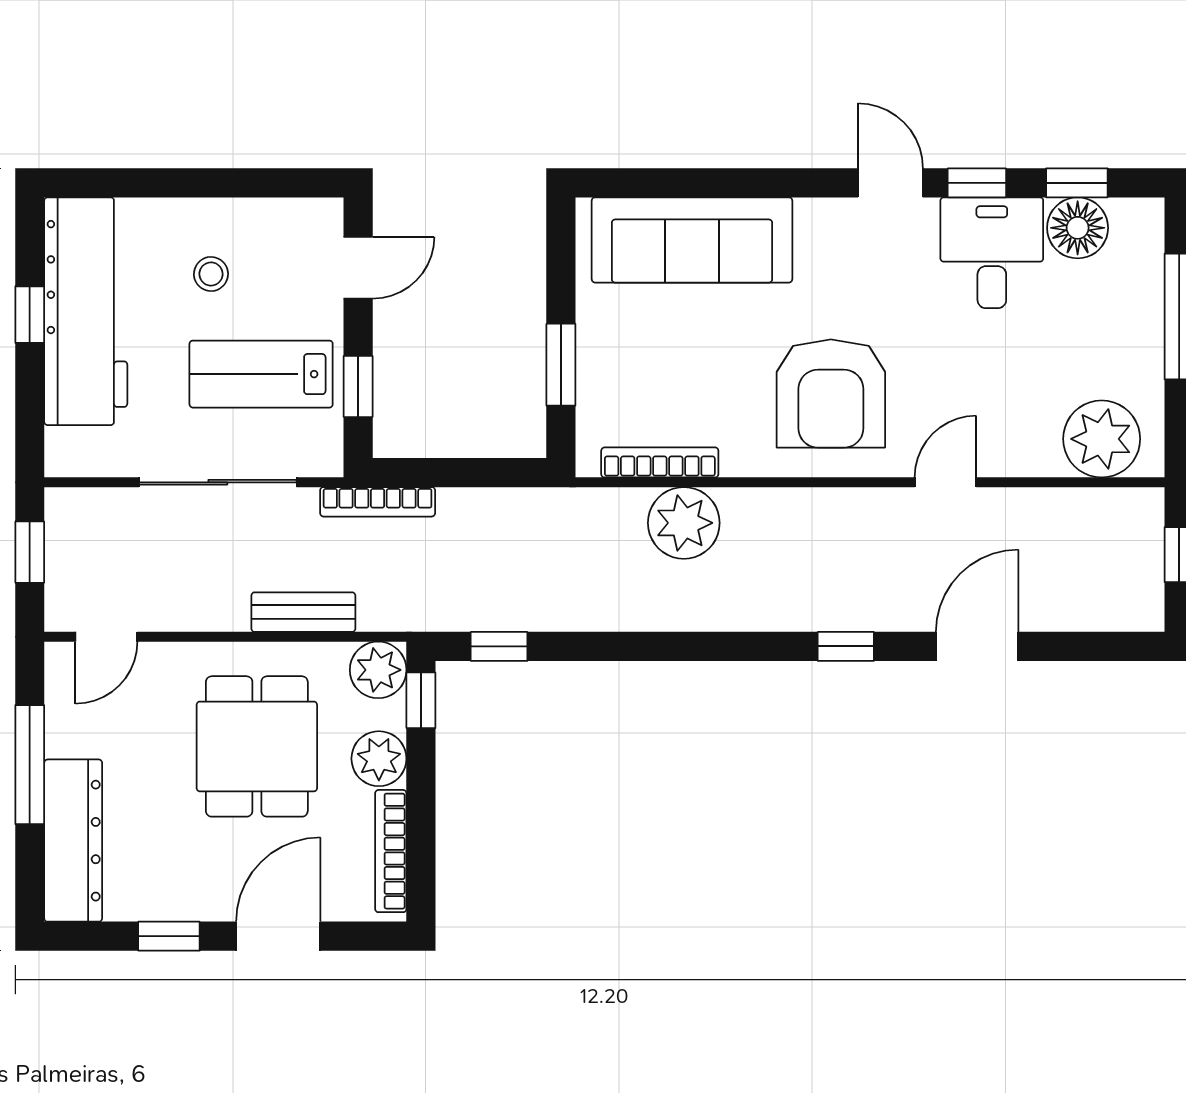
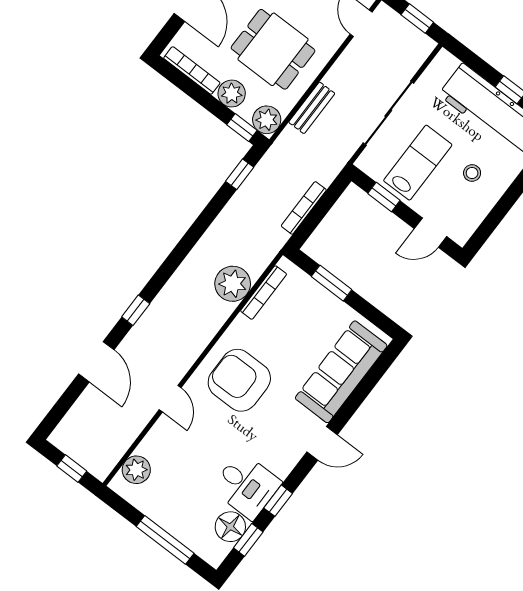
door: (890, 183) -> (322, 443), moved
door: (358, 268) -> (430, 233), hinge flipped
plant: (1102, 439) -> (136, 470), width x0.73, depth x0.73
bookcase: (378, 502) -> (304, 208), moved

